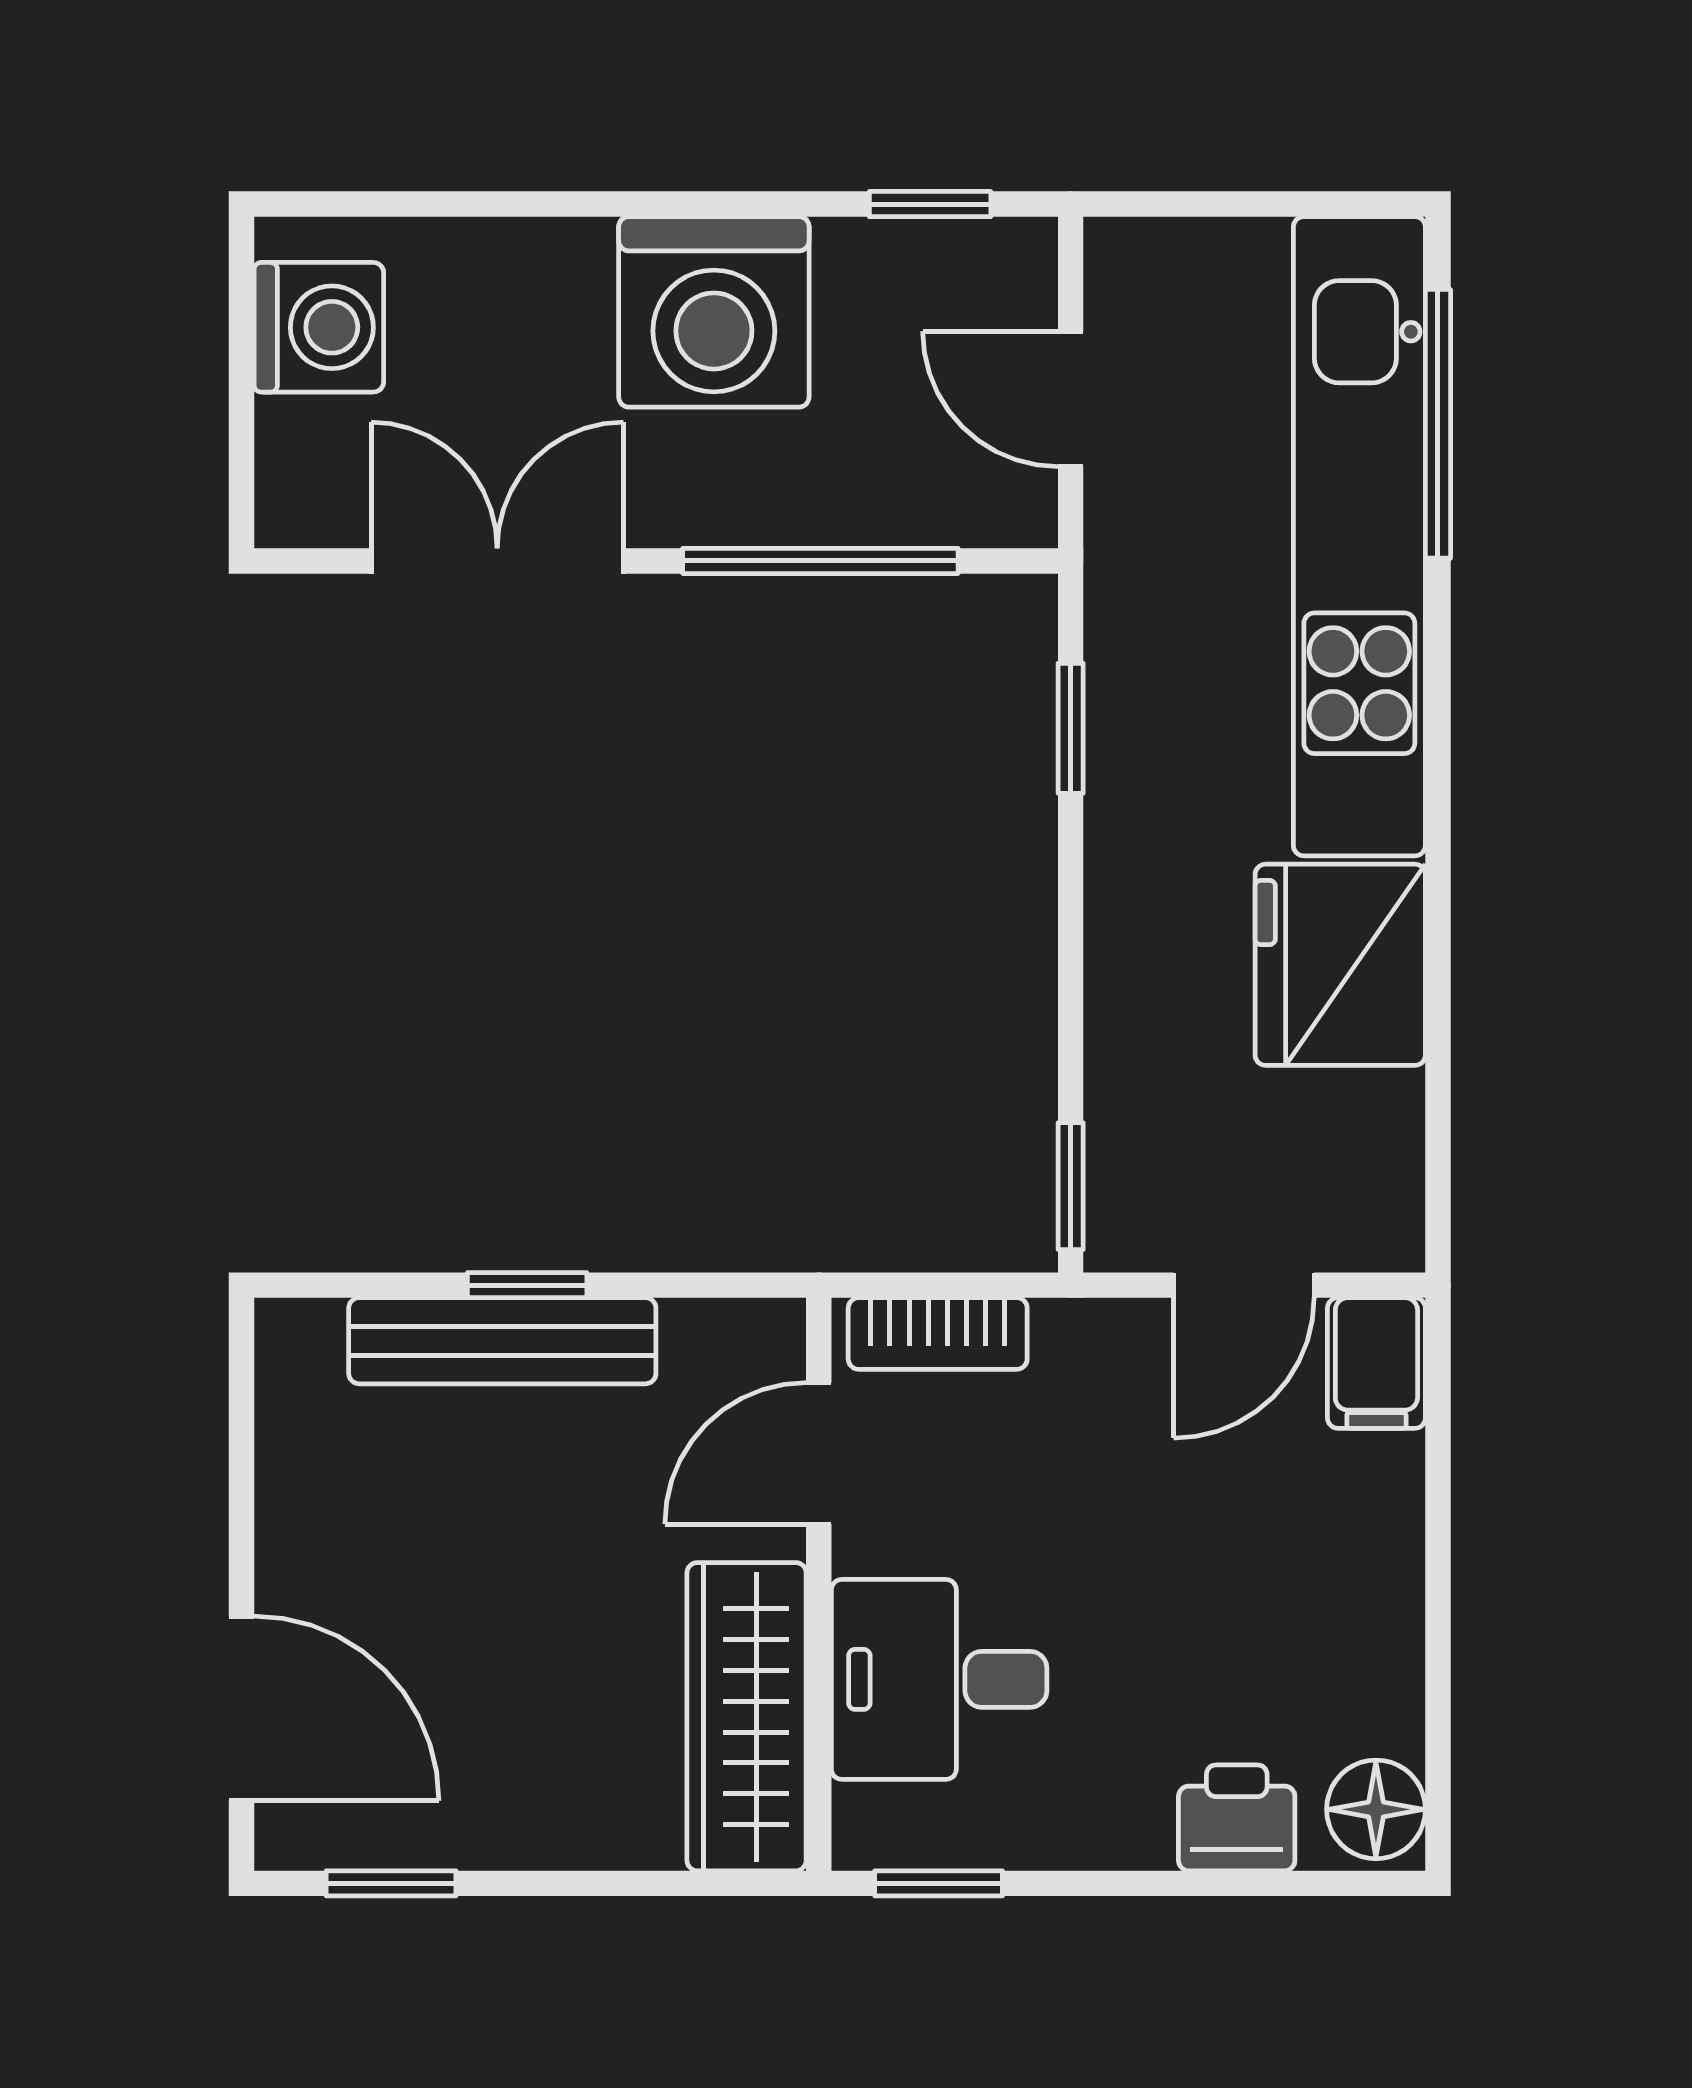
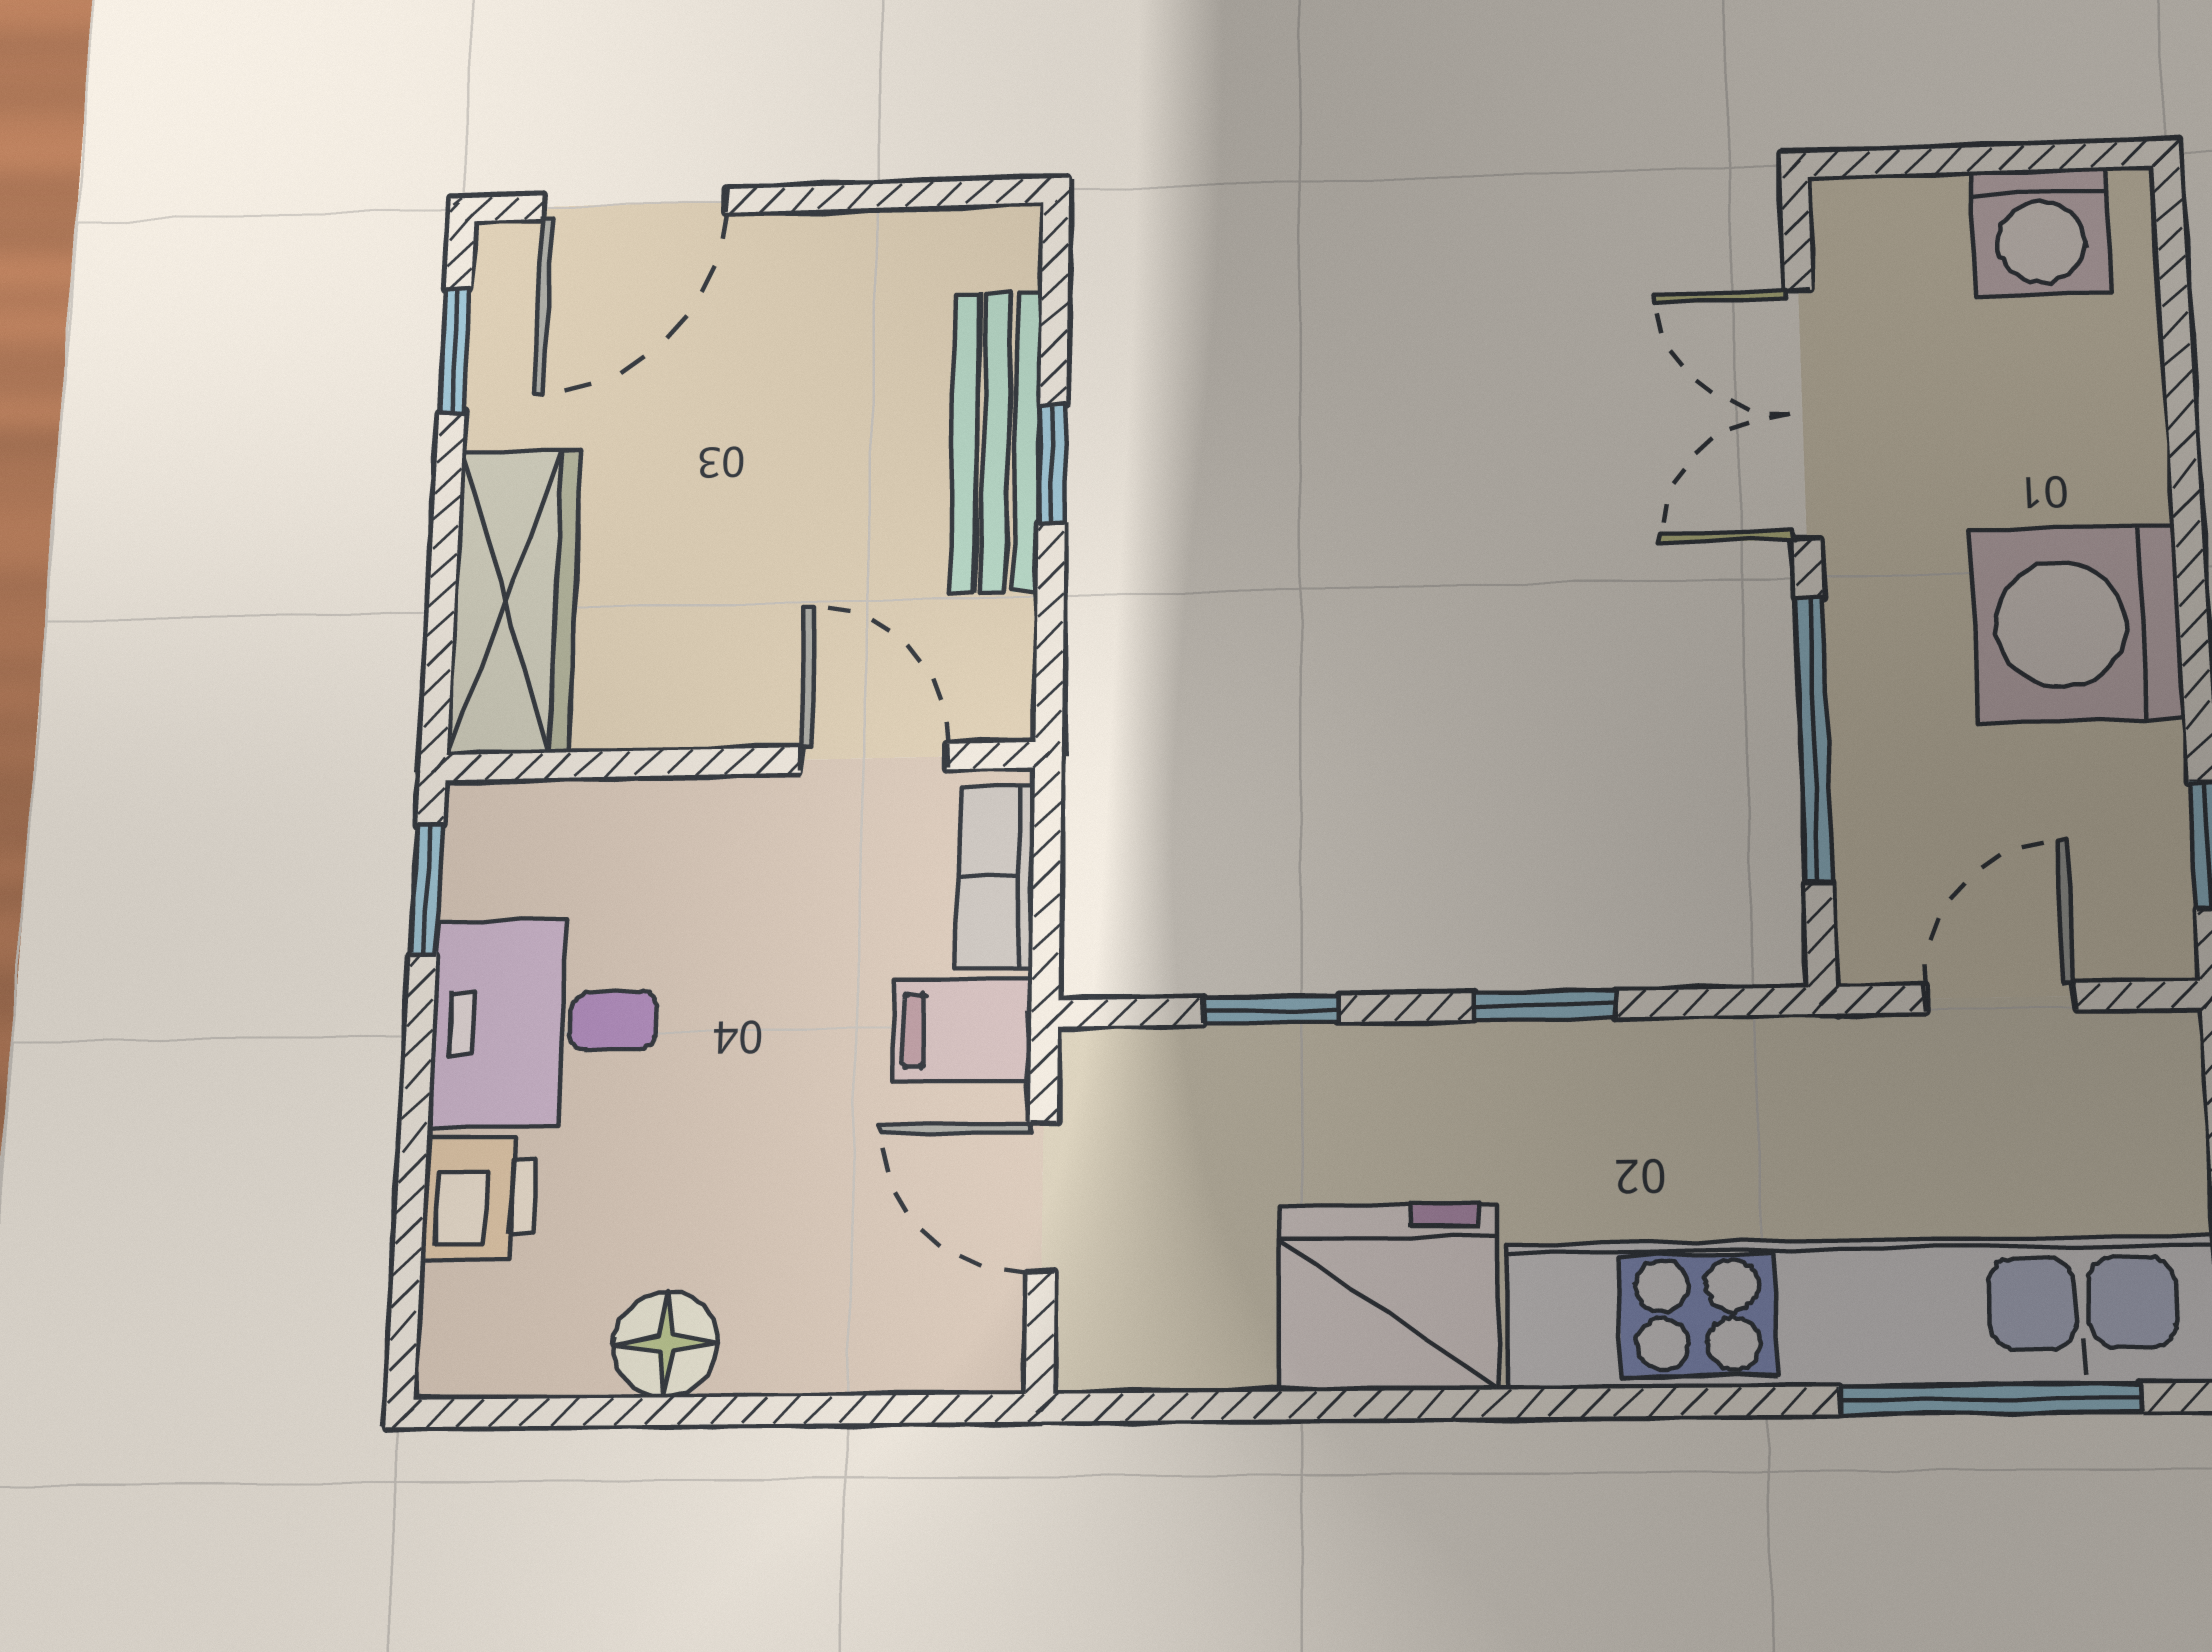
double door: (497, 561) -> (1803, 414), swing flipped
window: (1071, 728) -> (1545, 1005), moved
window: (1071, 1186) -> (1271, 1010), moved
filing cabinet: (1376, 1363) -> (962, 1030), moved
desk: (939, 1679) -> (544, 1022), moved, turned -90
wardrobe: (747, 1717) -> (515, 601), moved, turned 90
floor lamp: (1376, 1809) -> (666, 1344), moved

